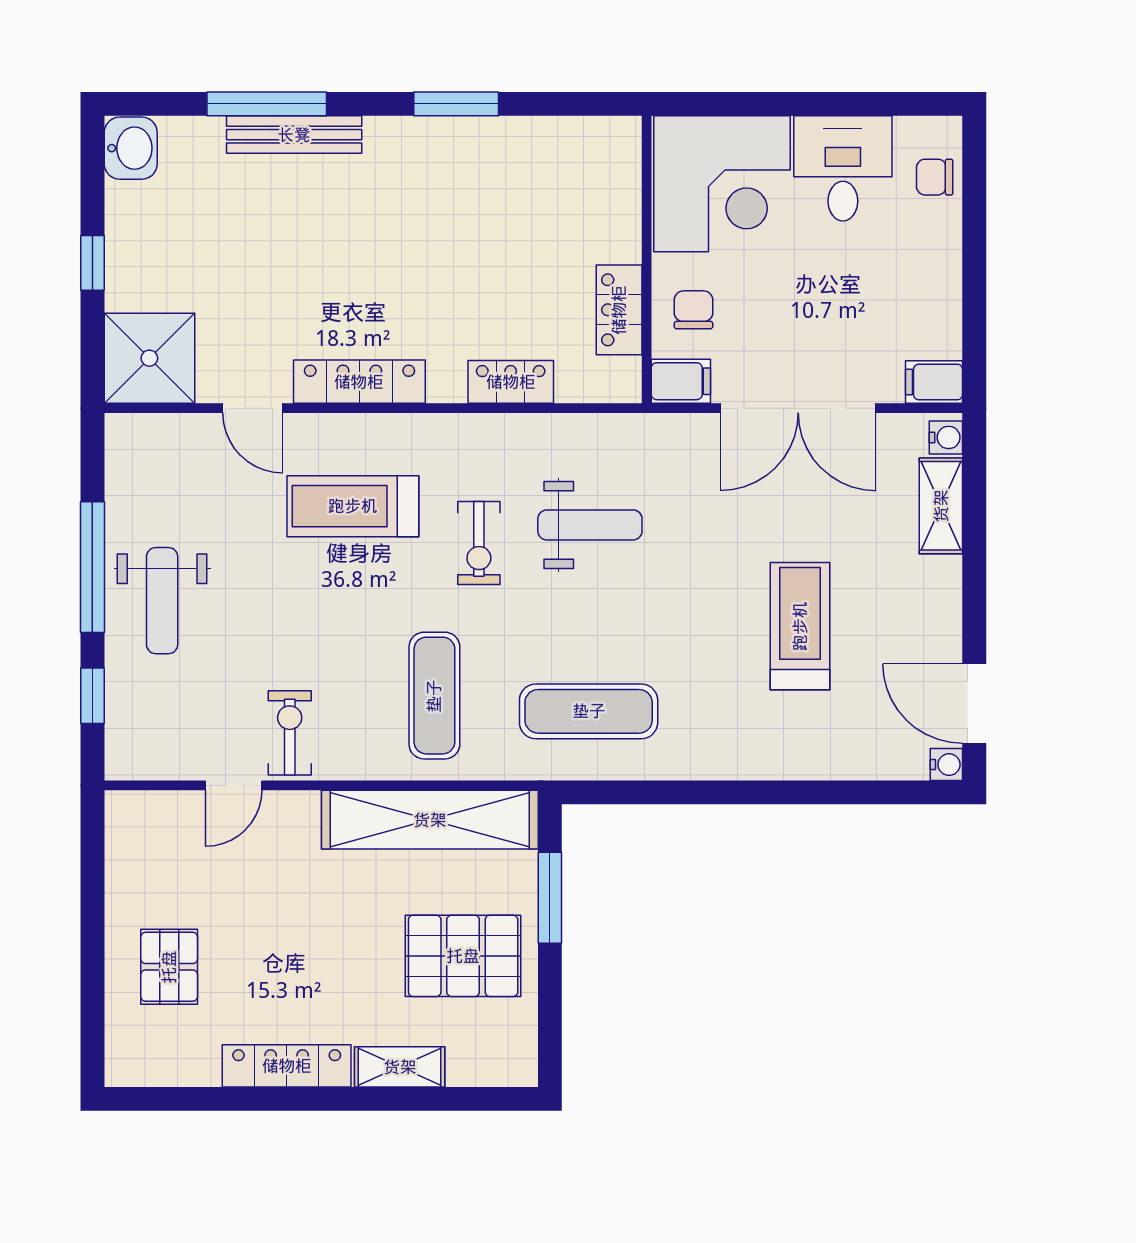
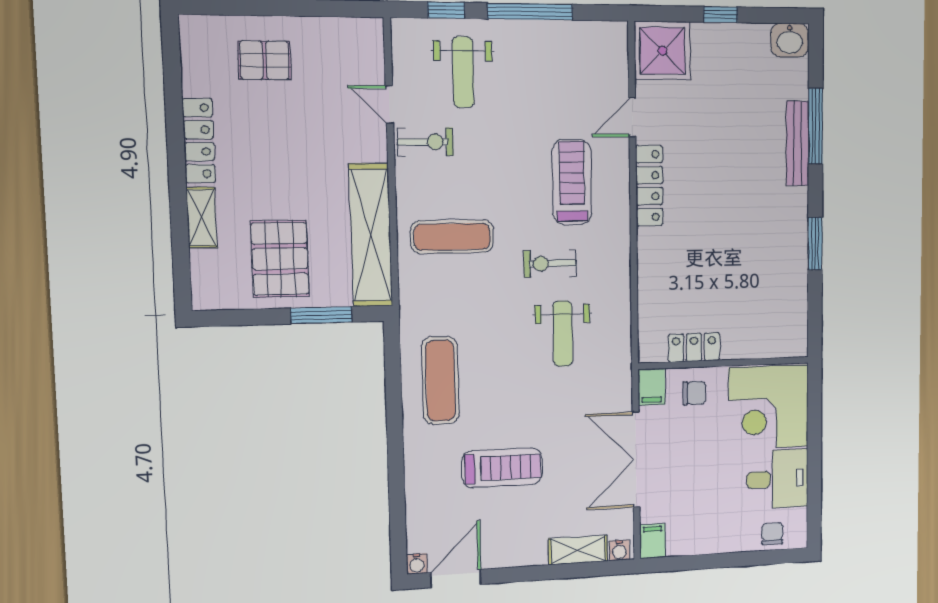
locker: (511, 382) -> (650, 281), removed
weight bench: (162, 601) -> (463, 72), moved, turned -90
exercise mat: (589, 711) -> (440, 381), moved

